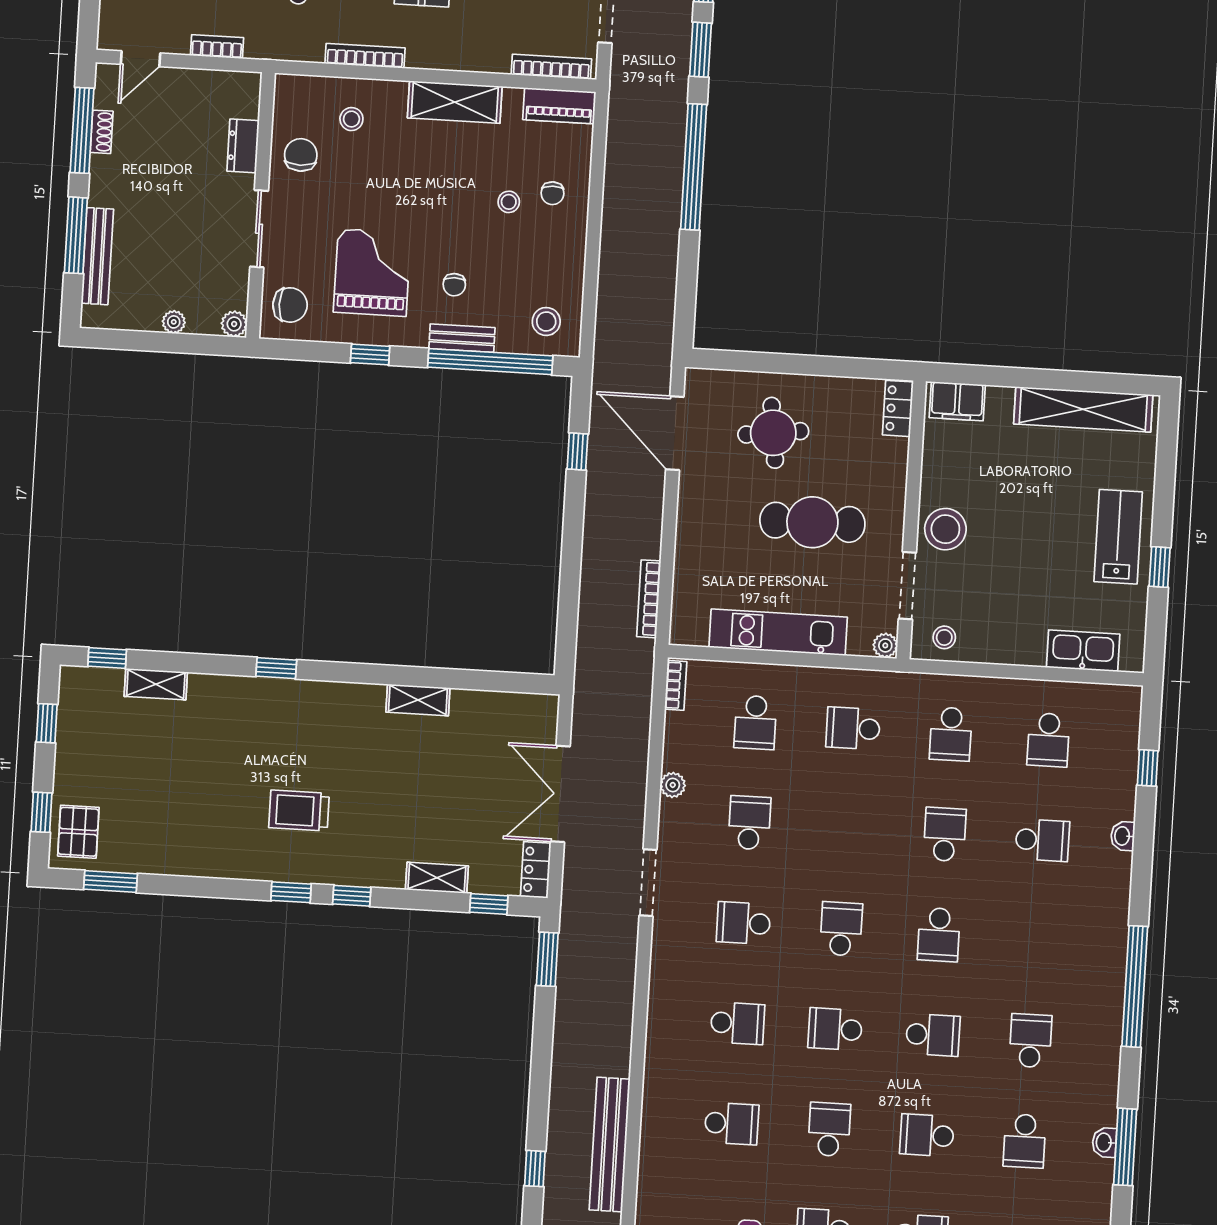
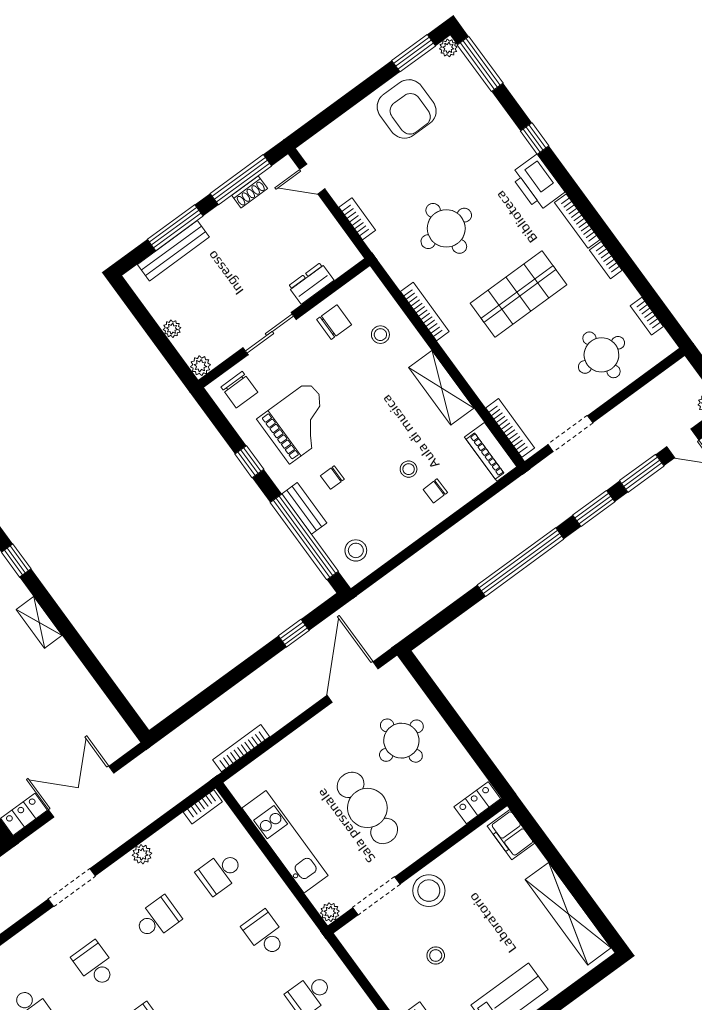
stool: (944, 637) -> (436, 955), moved
shelving: (418, 700) -> (39, 622), moved

